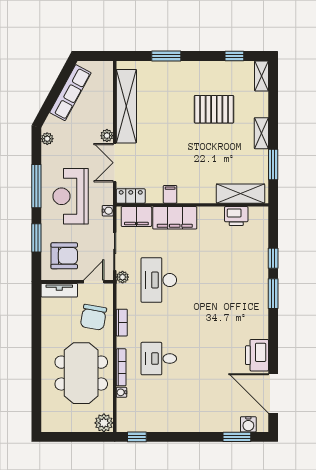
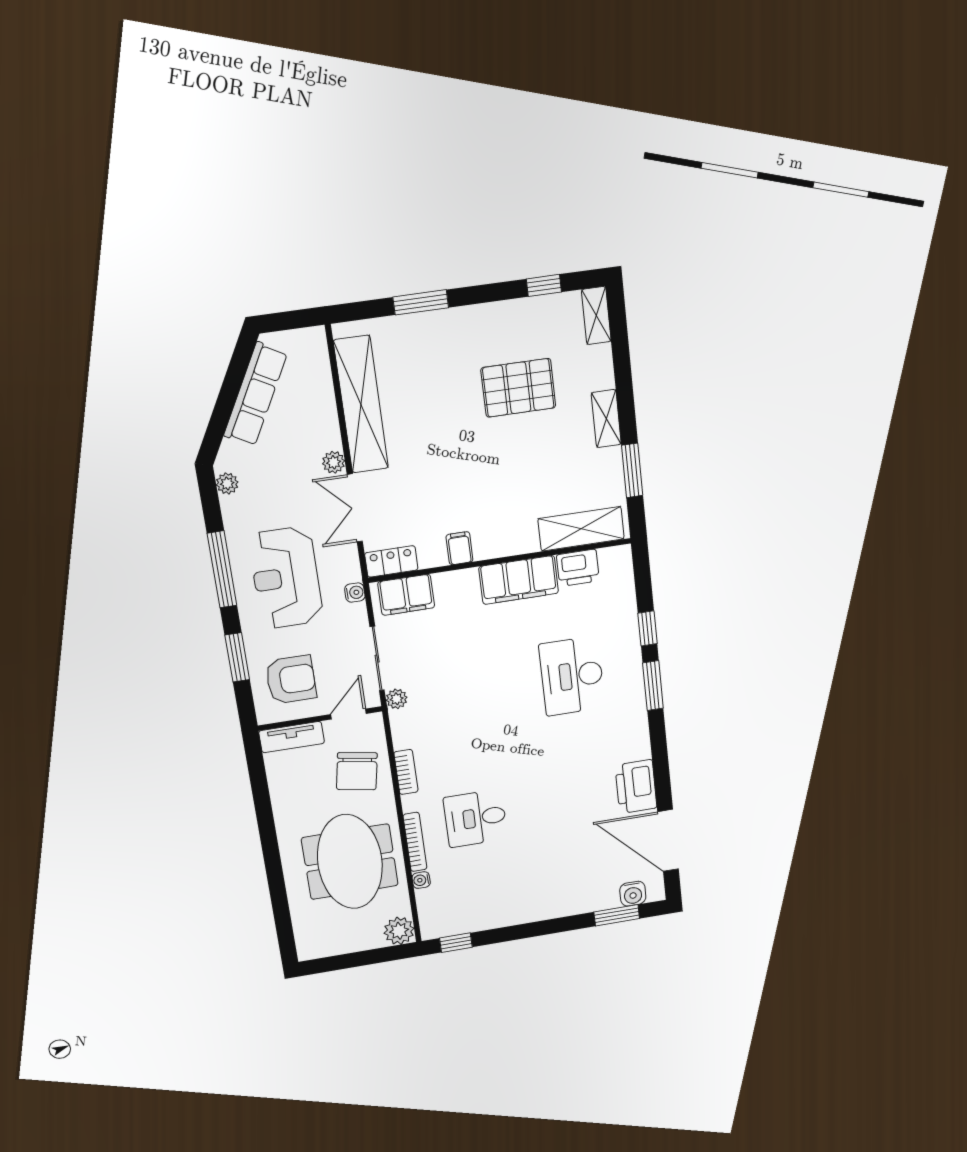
filing cabinet: (175, 218) -> (519, 580), moved
desk: (159, 280) -> (572, 676), moved

